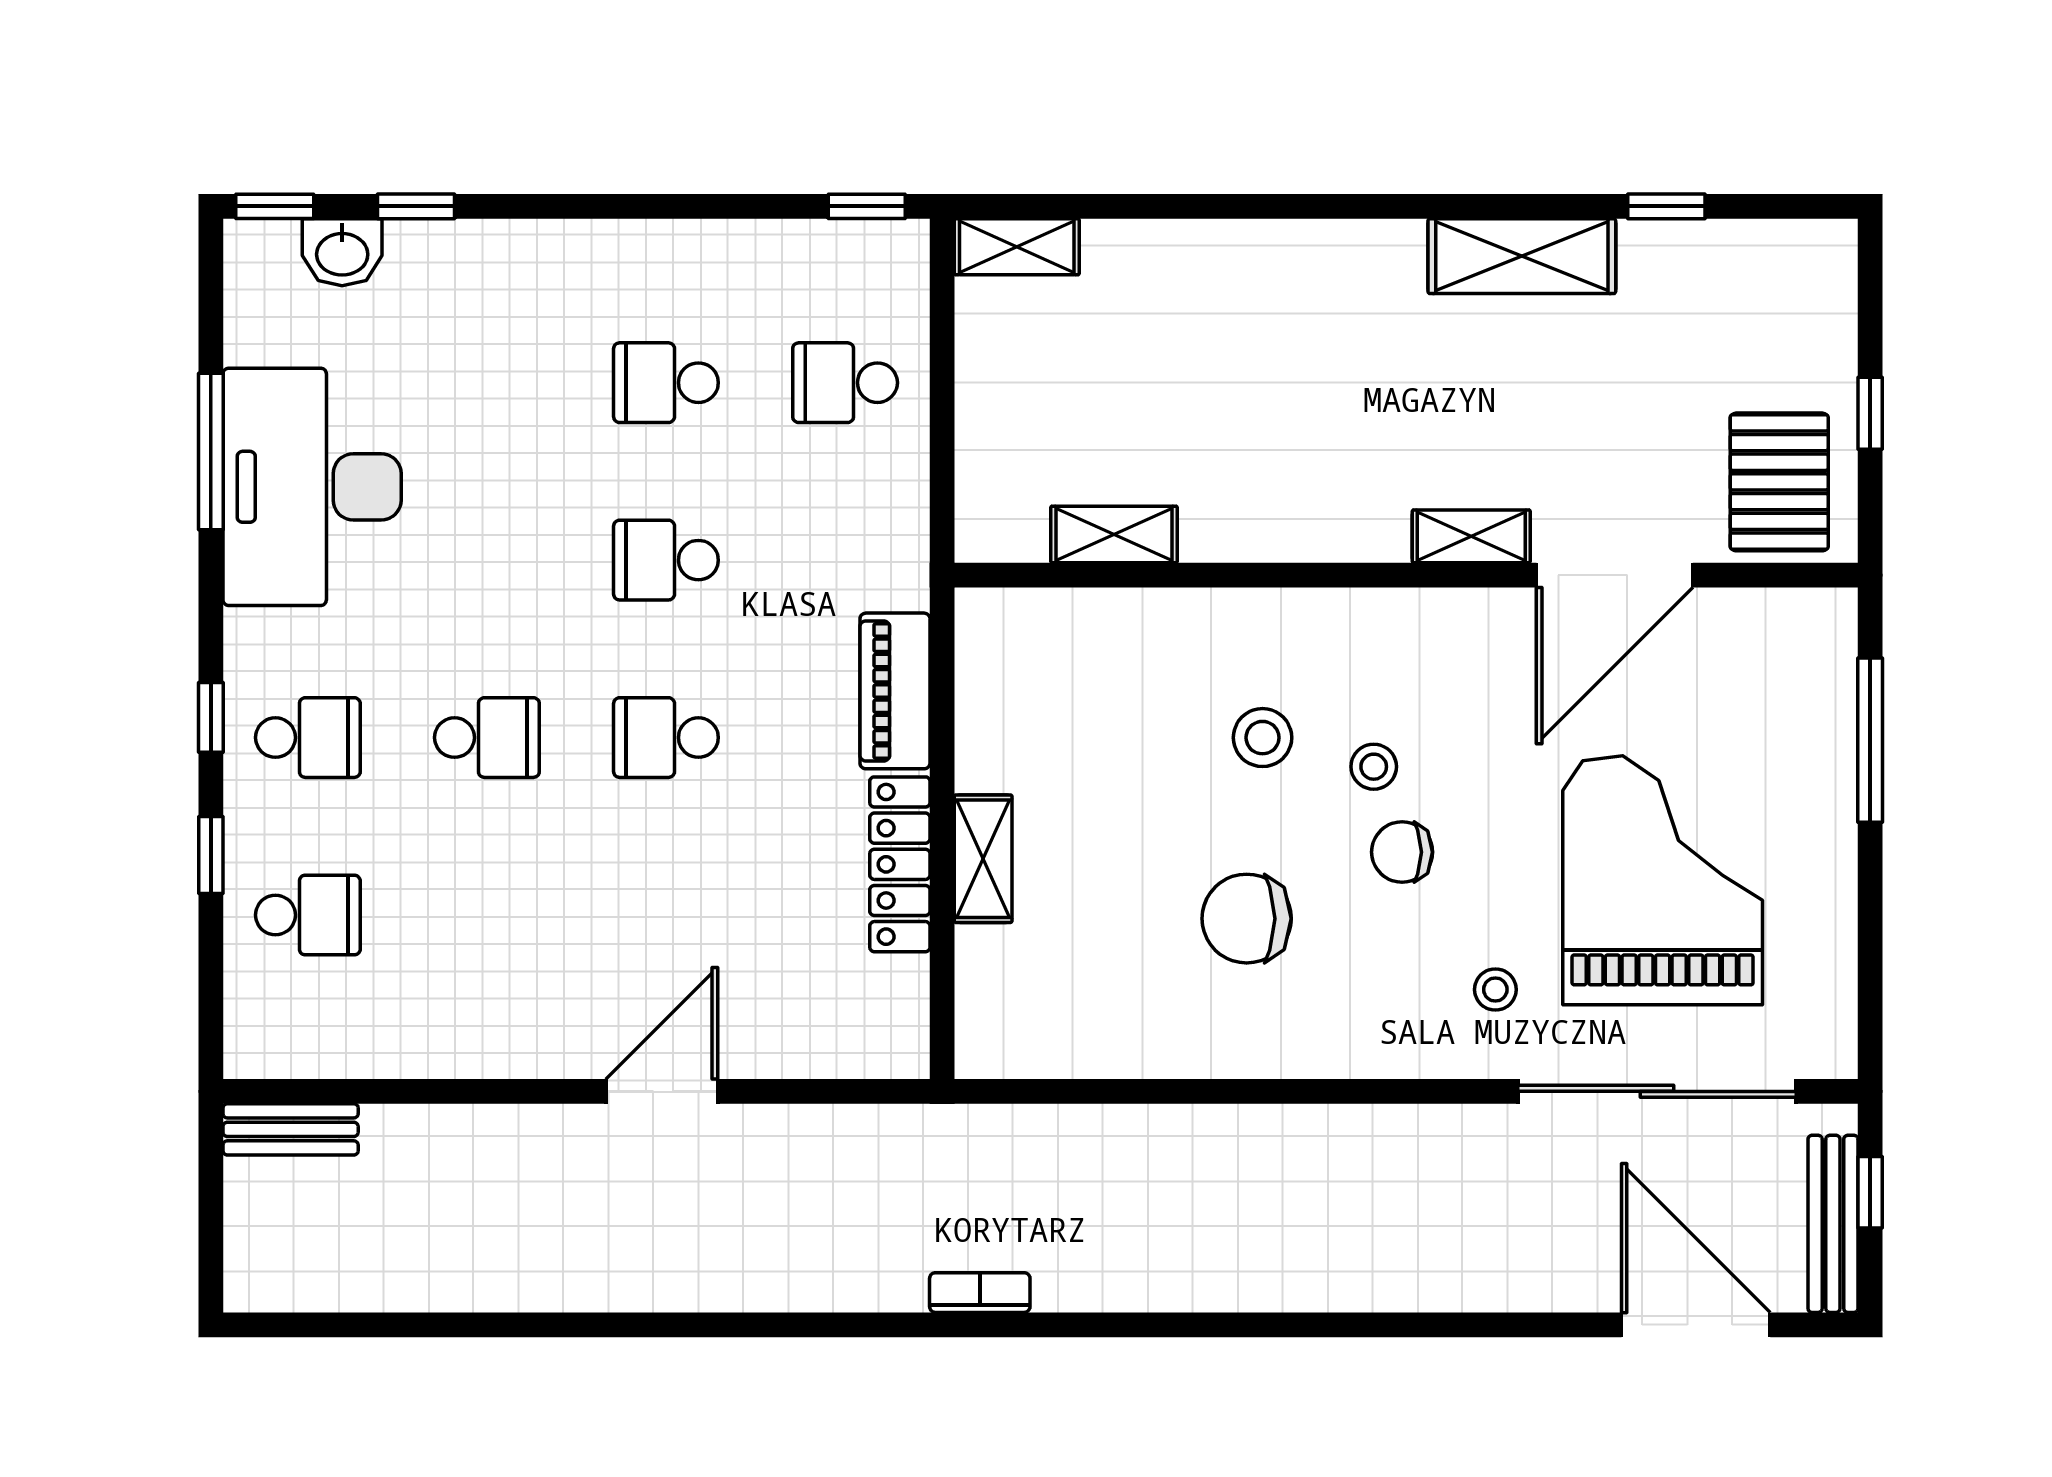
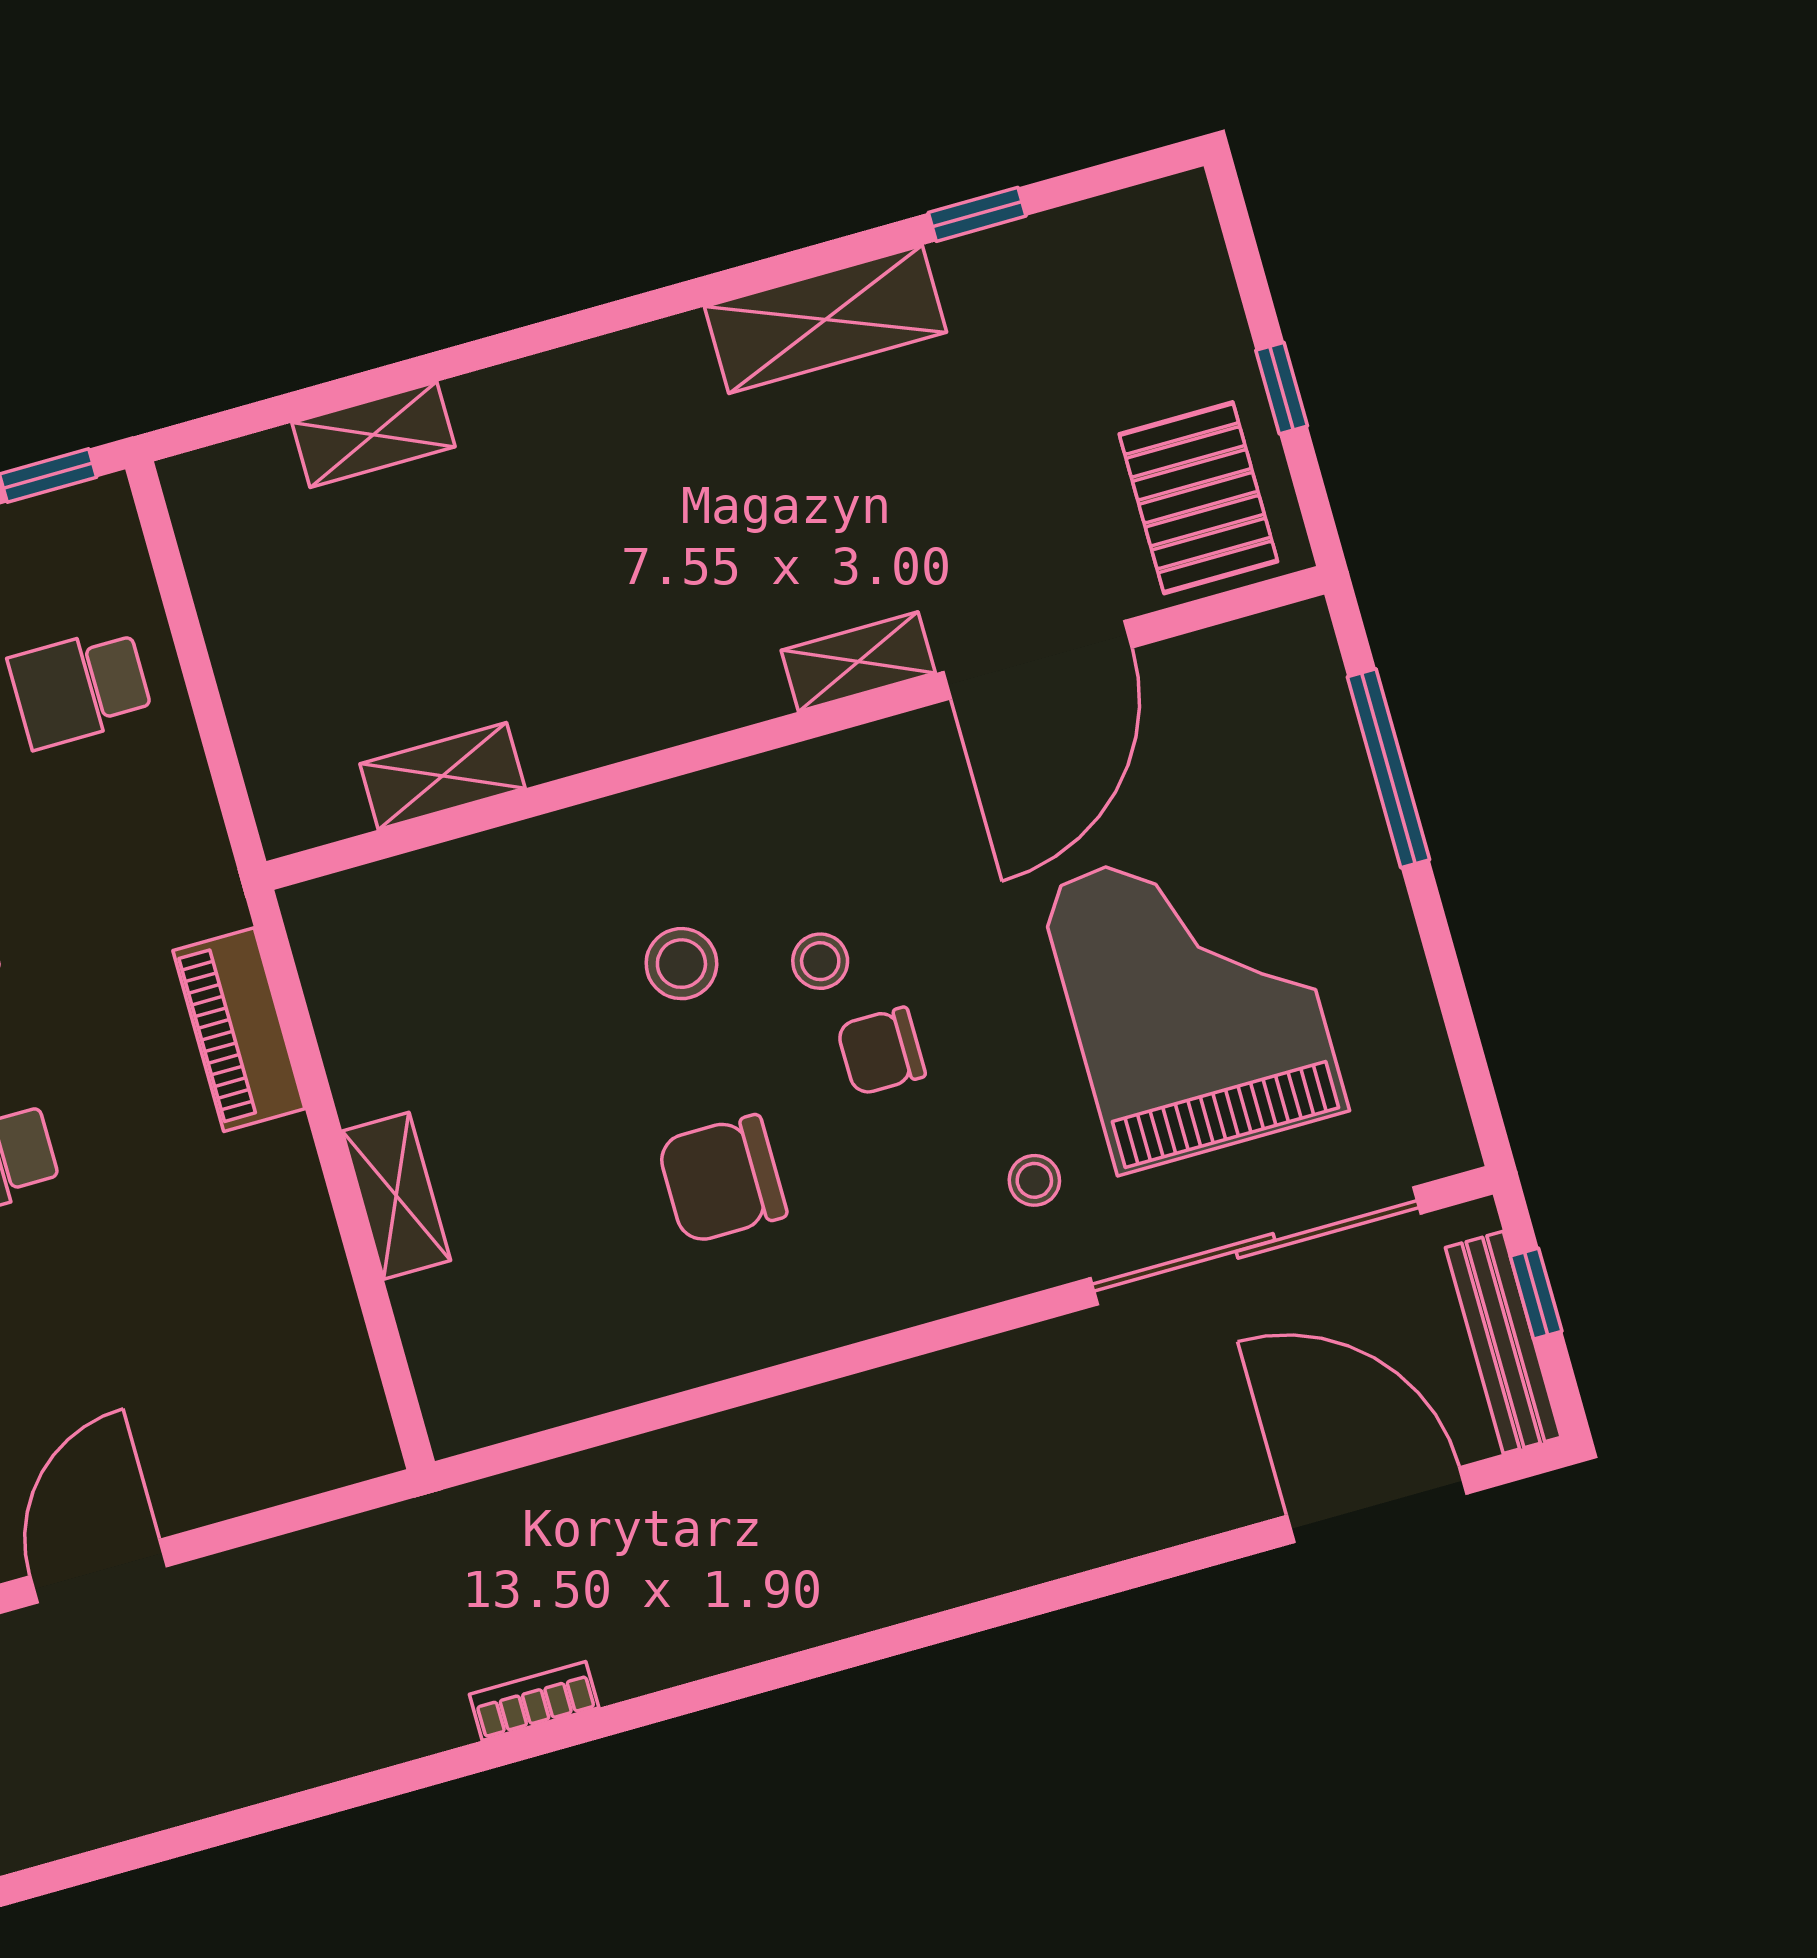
shelving: (1017, 247) -> (373, 435), moved
locker: (900, 864) -> (301, 1229), removed

